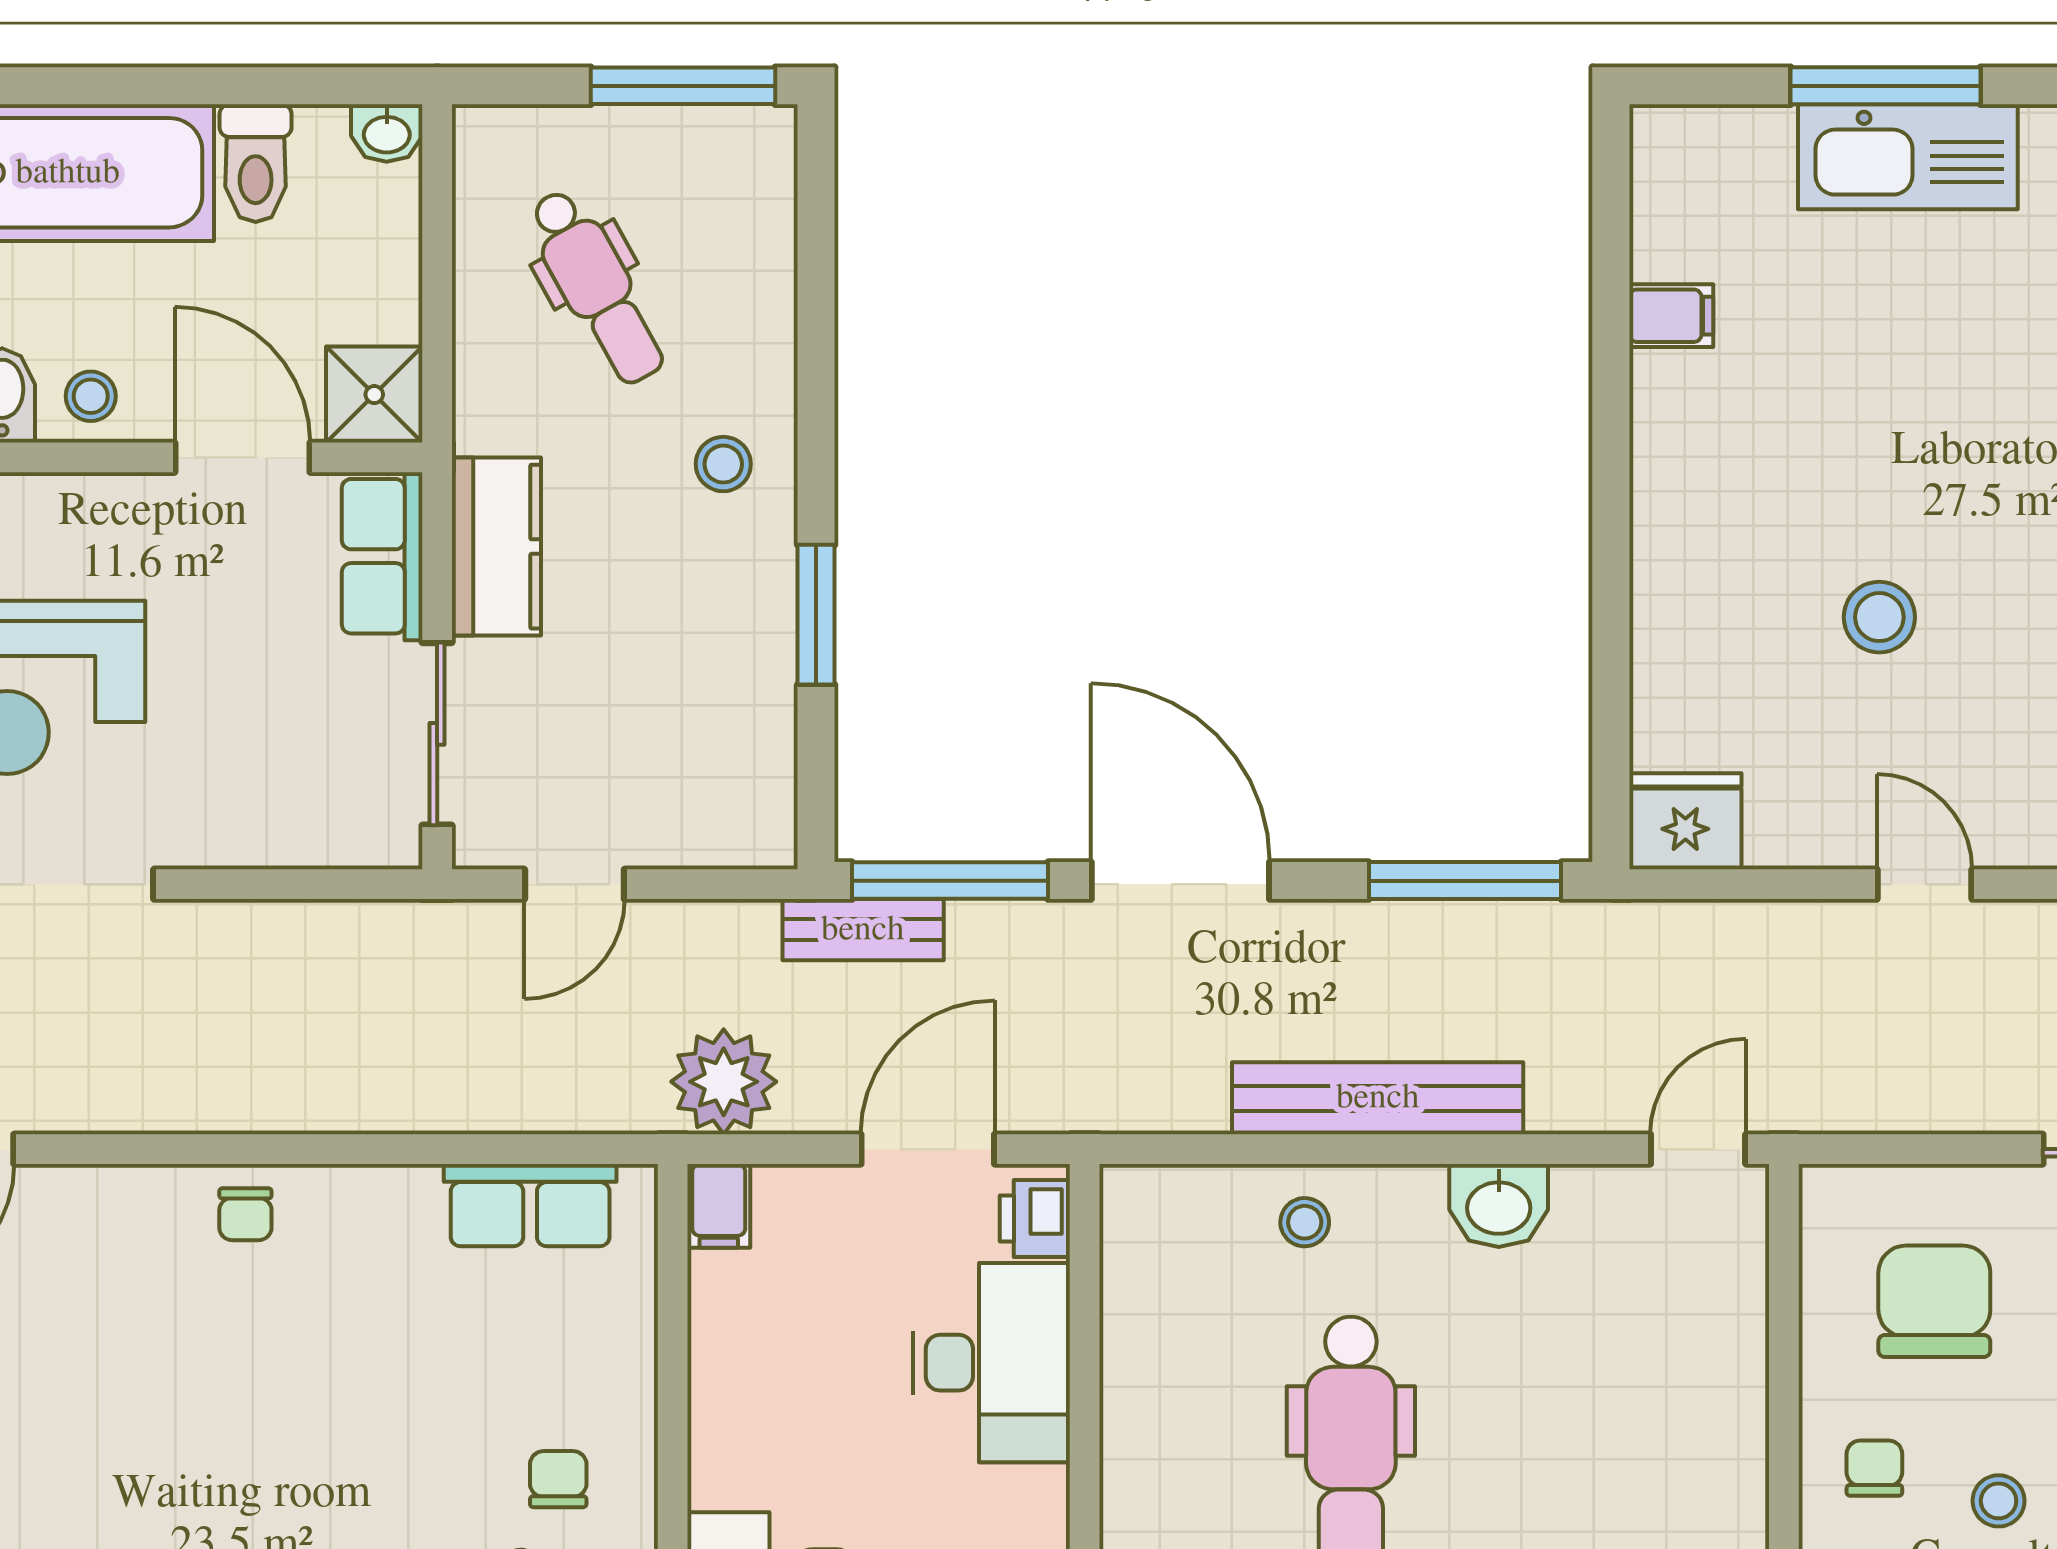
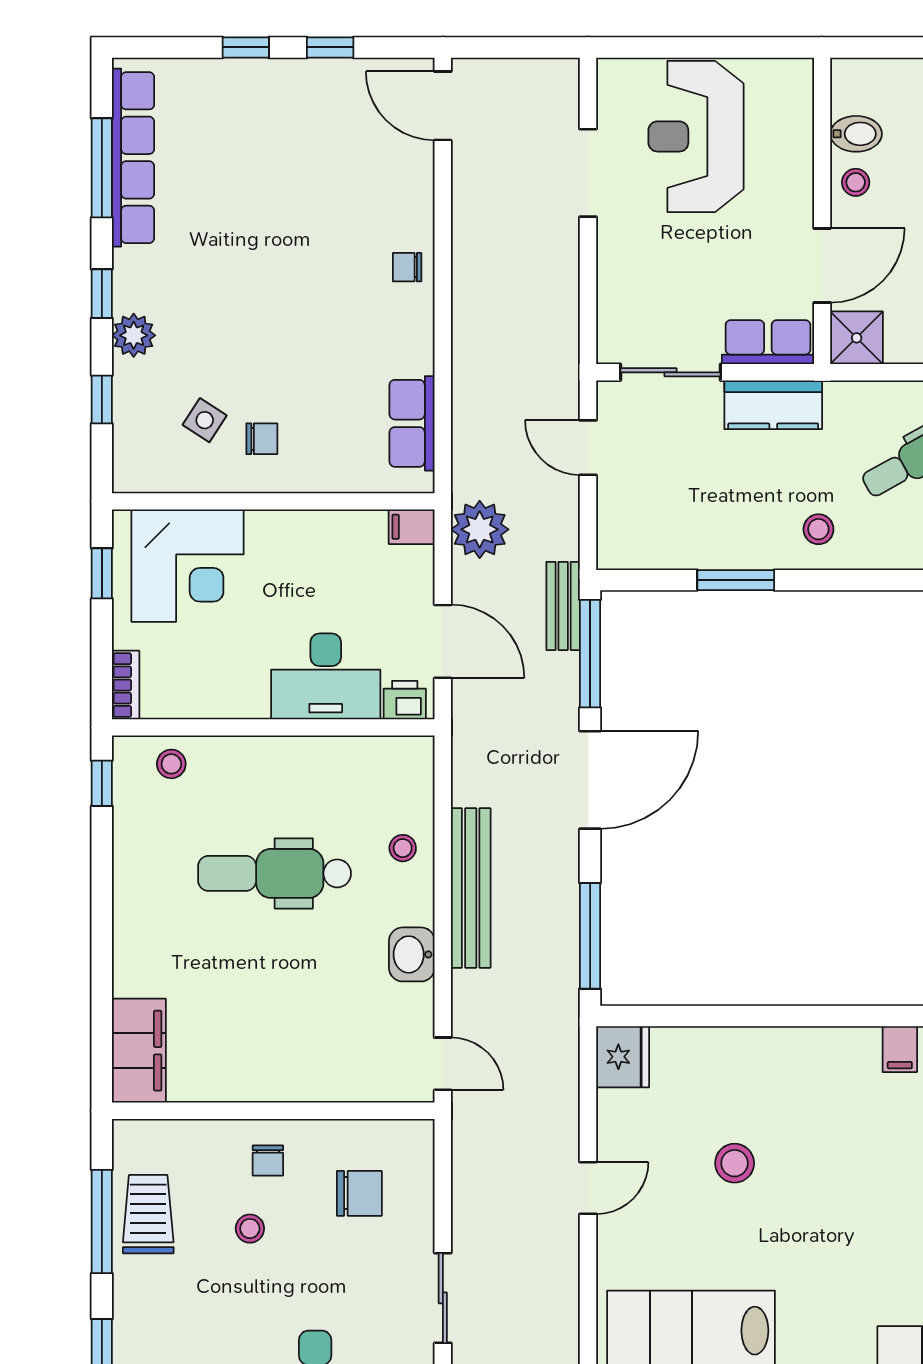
chair: (1934, 1301) -> (359, 1193), width x0.73, depth x0.73
chair: (1874, 1468) -> (268, 1160), turned 90

